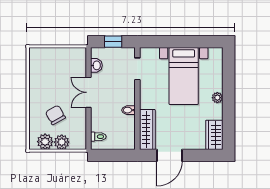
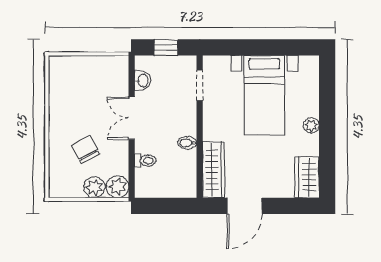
toilet: (98, 137) -> (145, 161), moved
plant: (45, 142) -> (117, 187), moved

